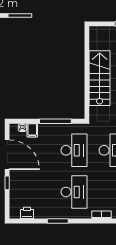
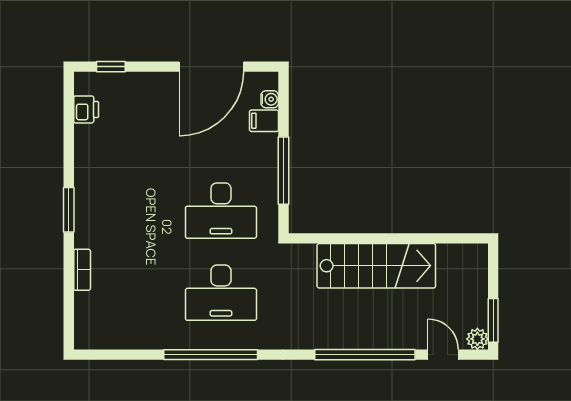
window: (7, 183) -> (111, 67), moved
desk: (74, 192) -> (131, 211), removed
window: (58, 221) -> (69, 210), moved

